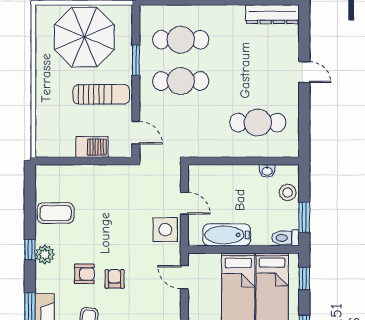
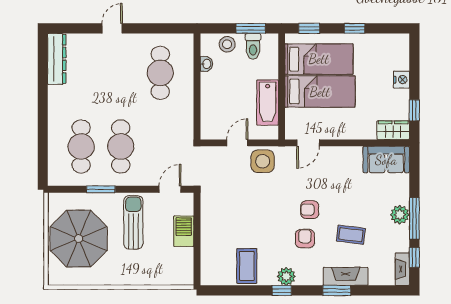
toilet: (285, 238) -> (253, 46), moved

